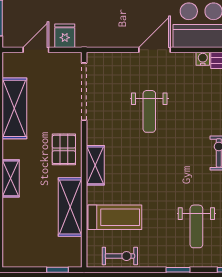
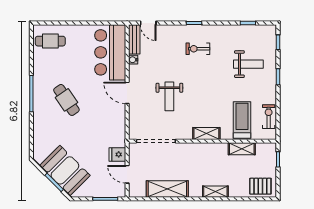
weight bench: (149, 111) -> (169, 96), turned 90
pallet: (64, 149) -> (260, 186), moved
shelving: (70, 207) -> (242, 149), width x0.67, depth x0.75

